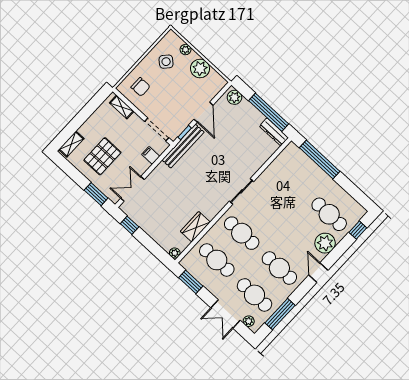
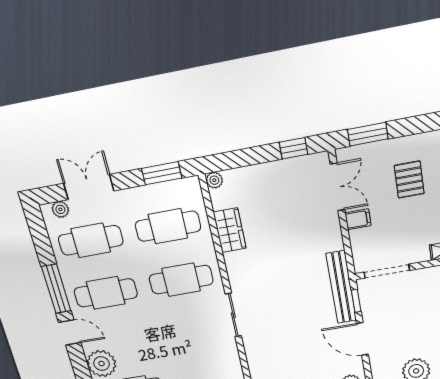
filing cabinet: (151, 155) -> (358, 219), moved
pallet: (102, 156) -> (409, 180), width x0.67, depth x0.71
window: (280, 314) -> (56, 289), moved

